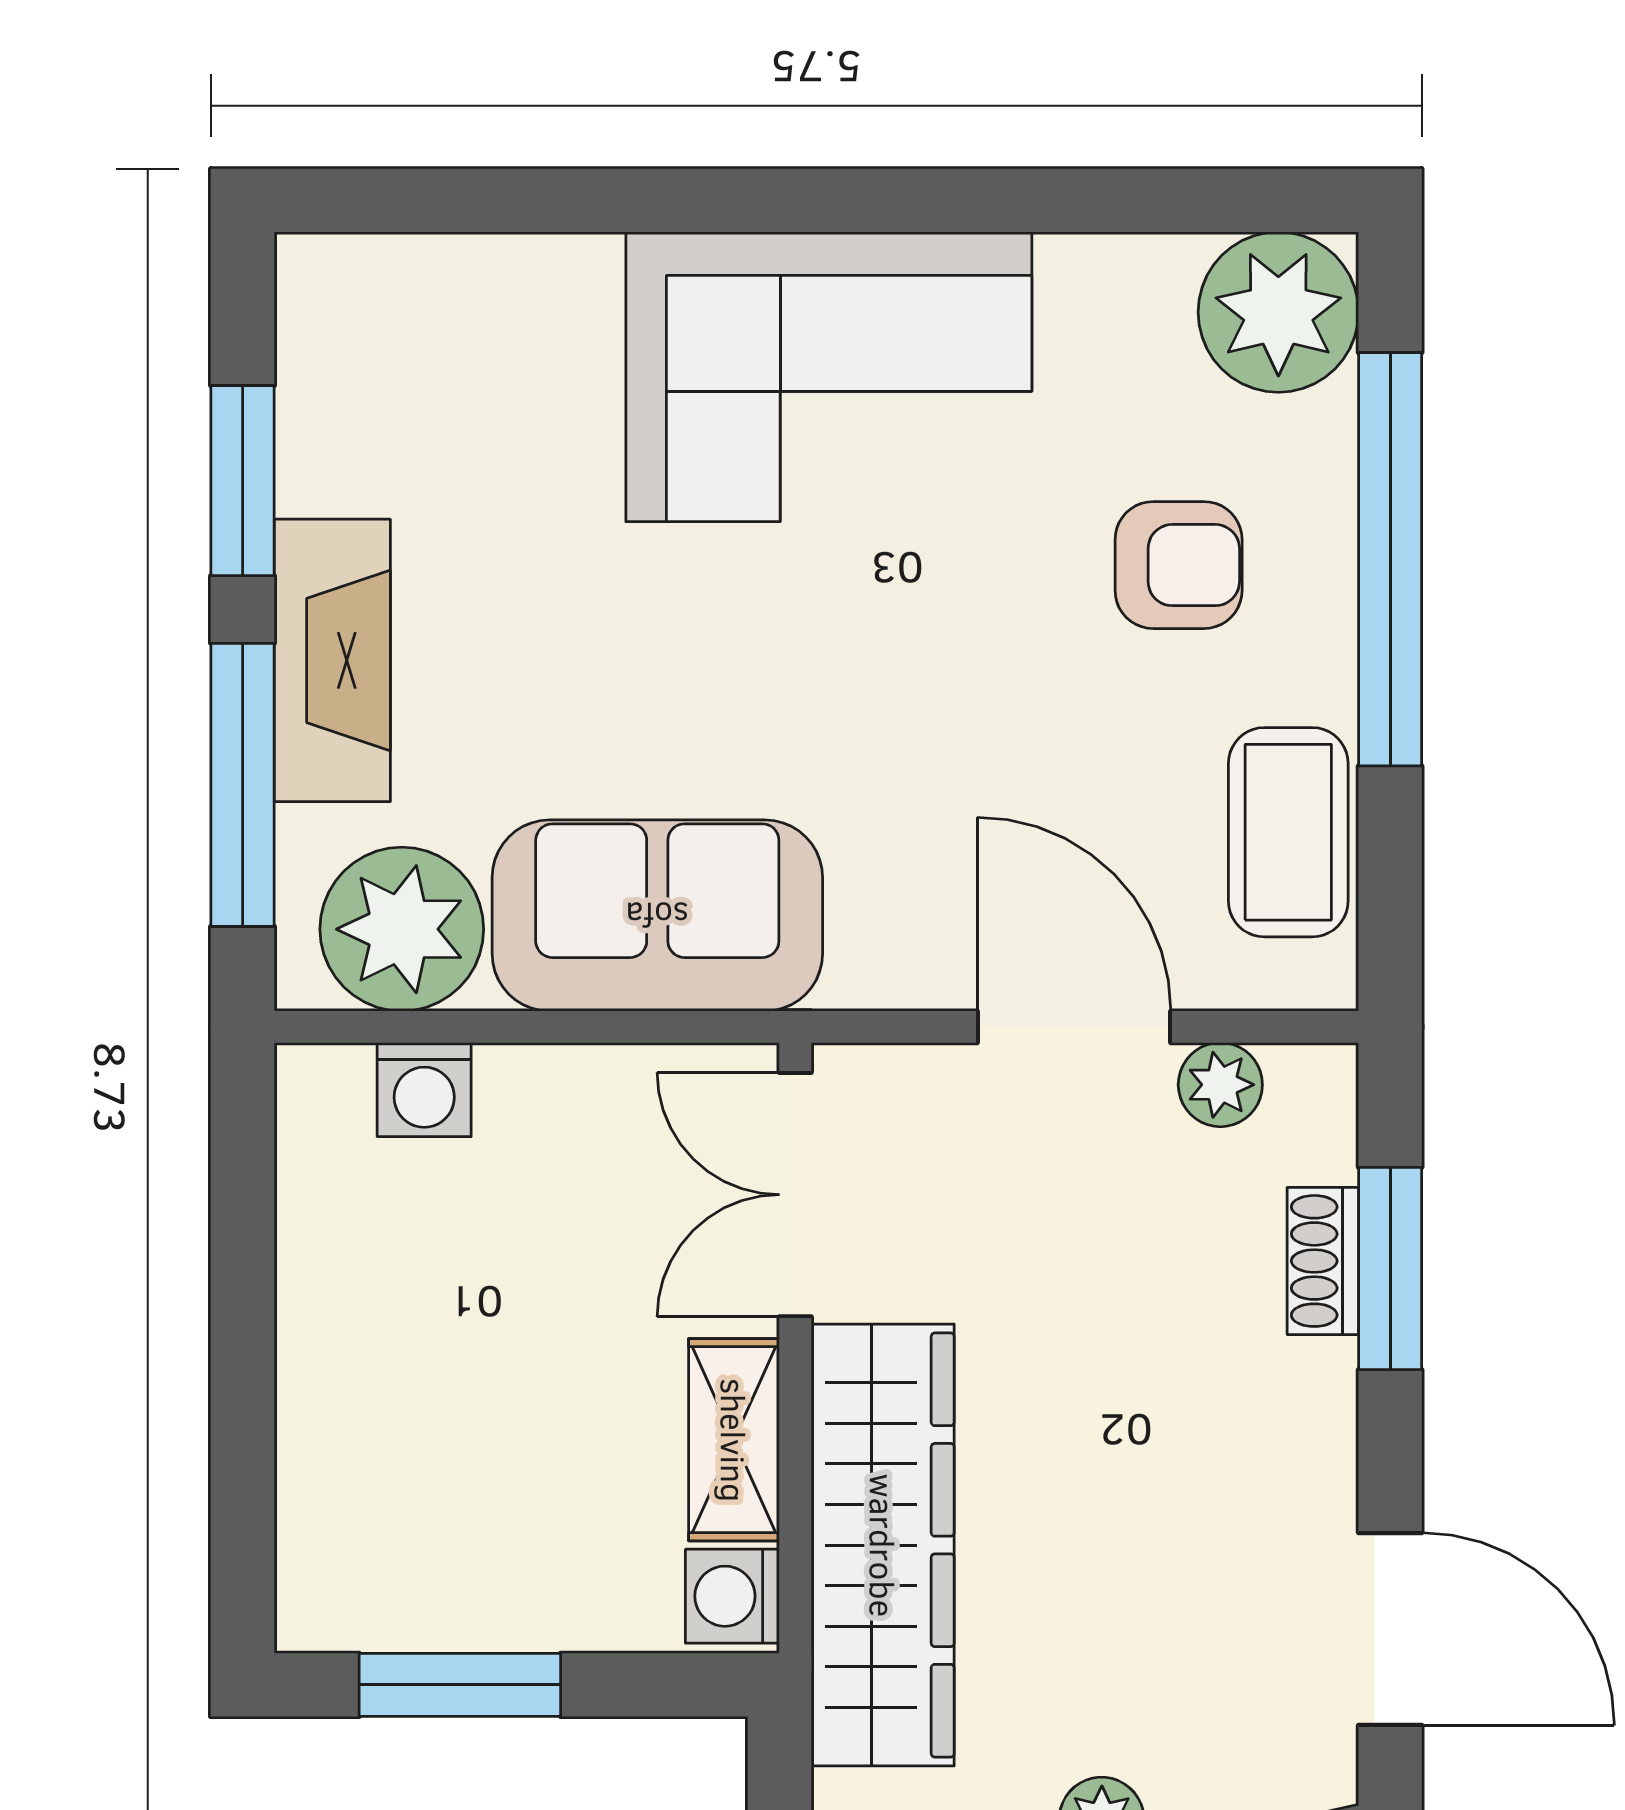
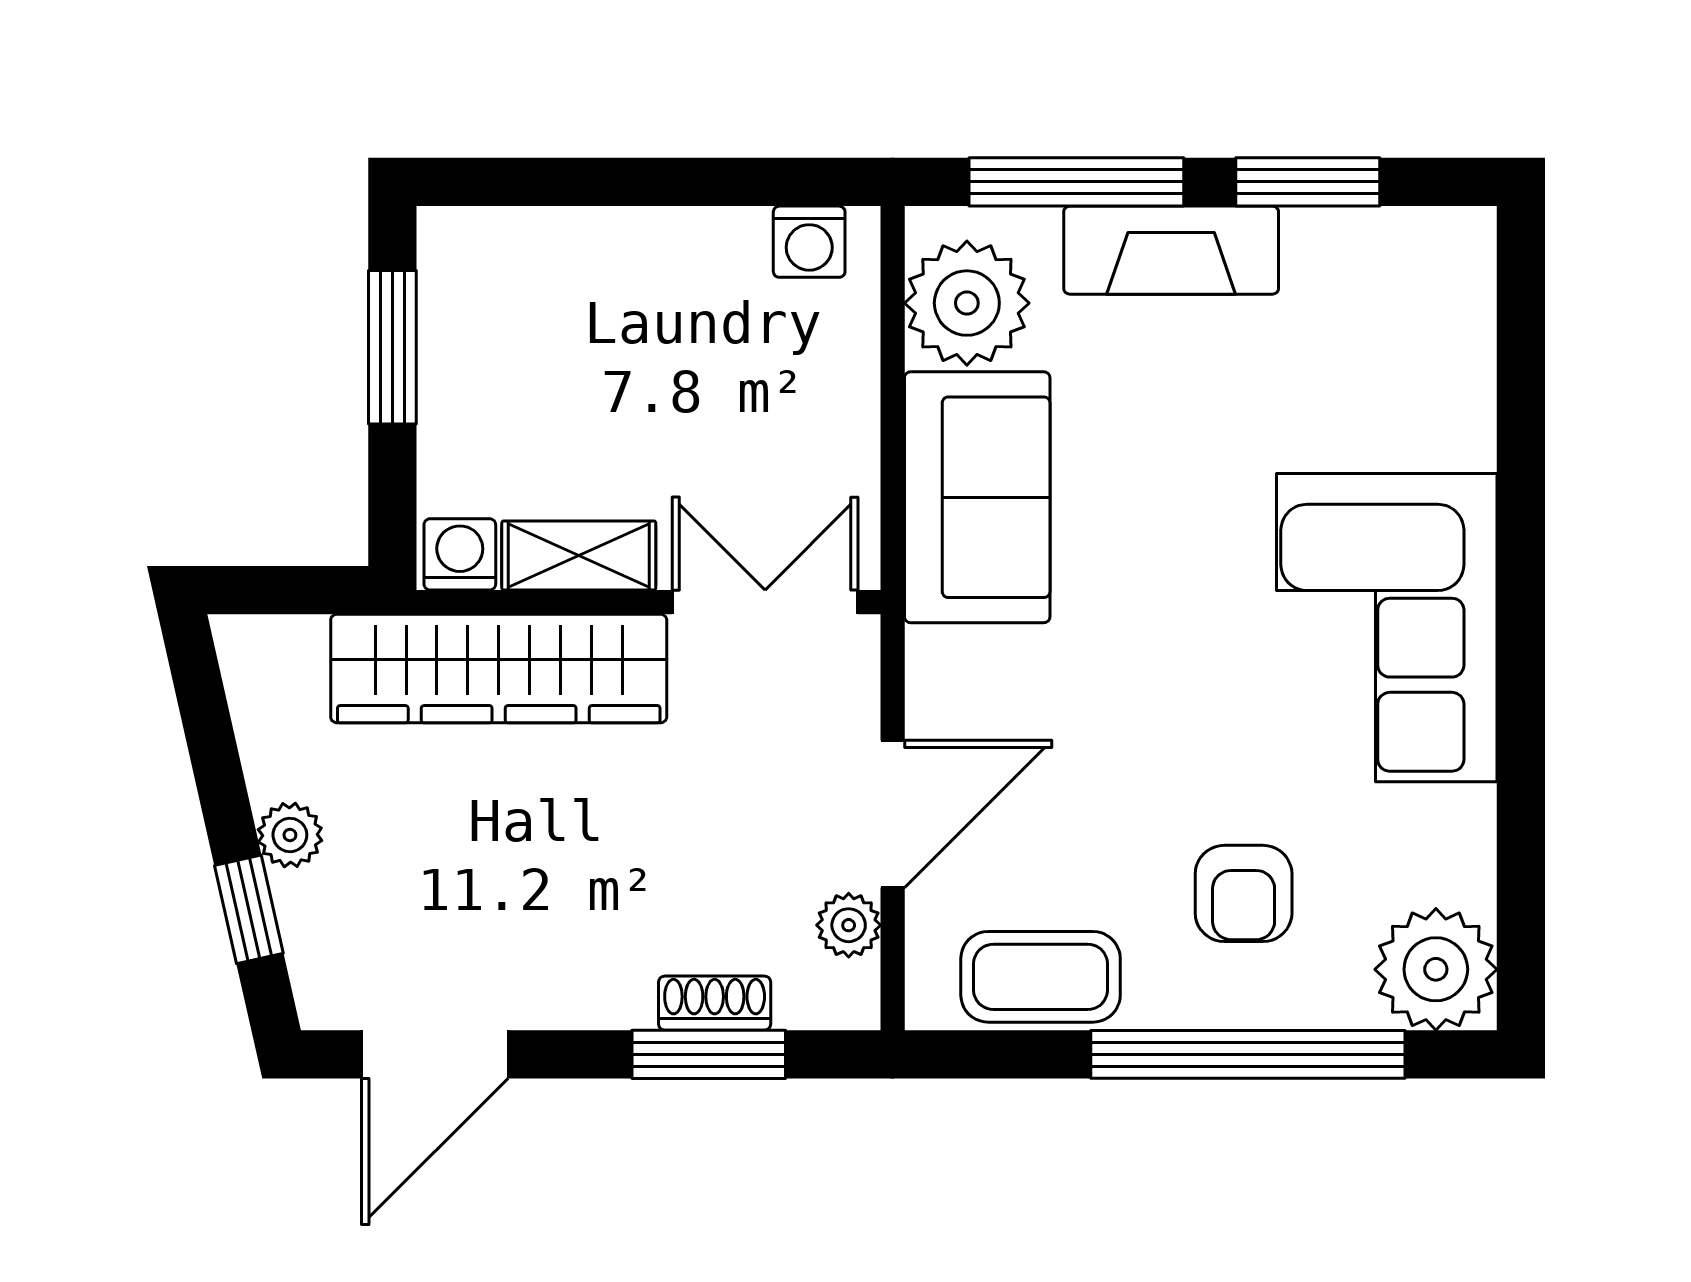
washing machine: (424, 1090) -> (809, 242), moved, turned -90

